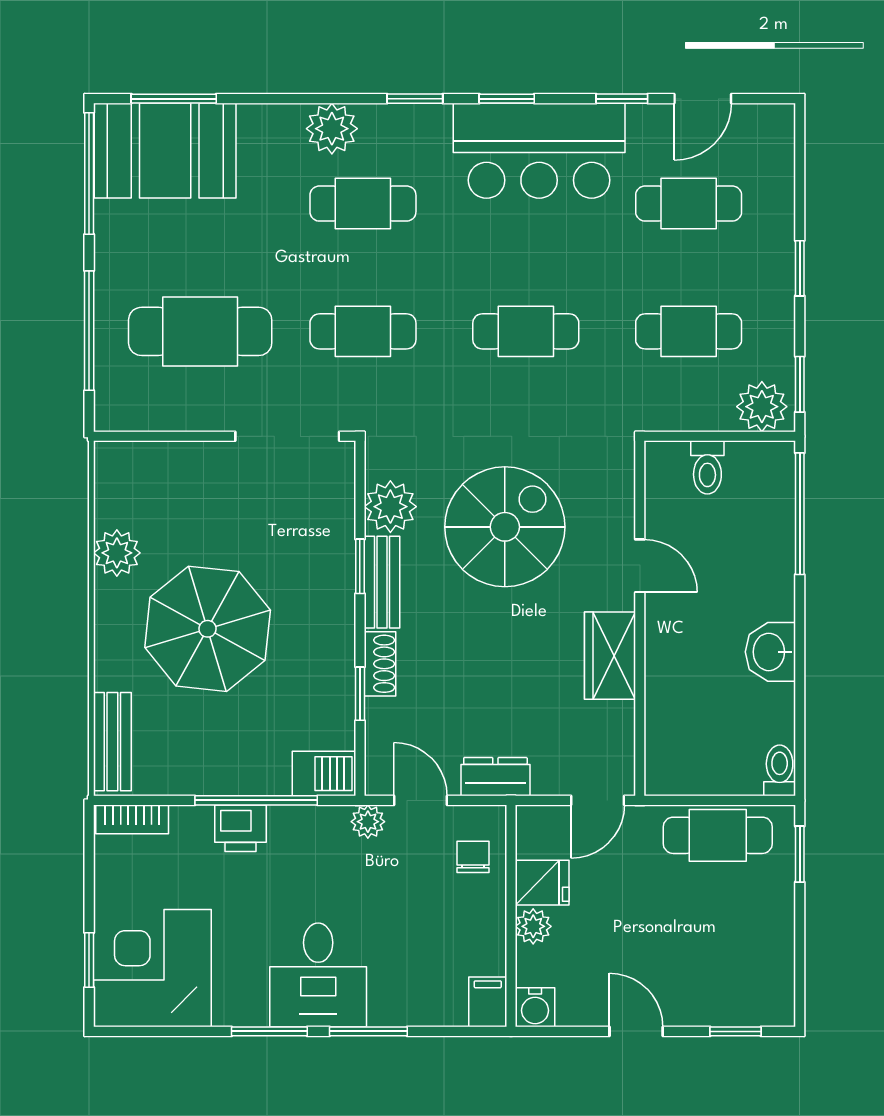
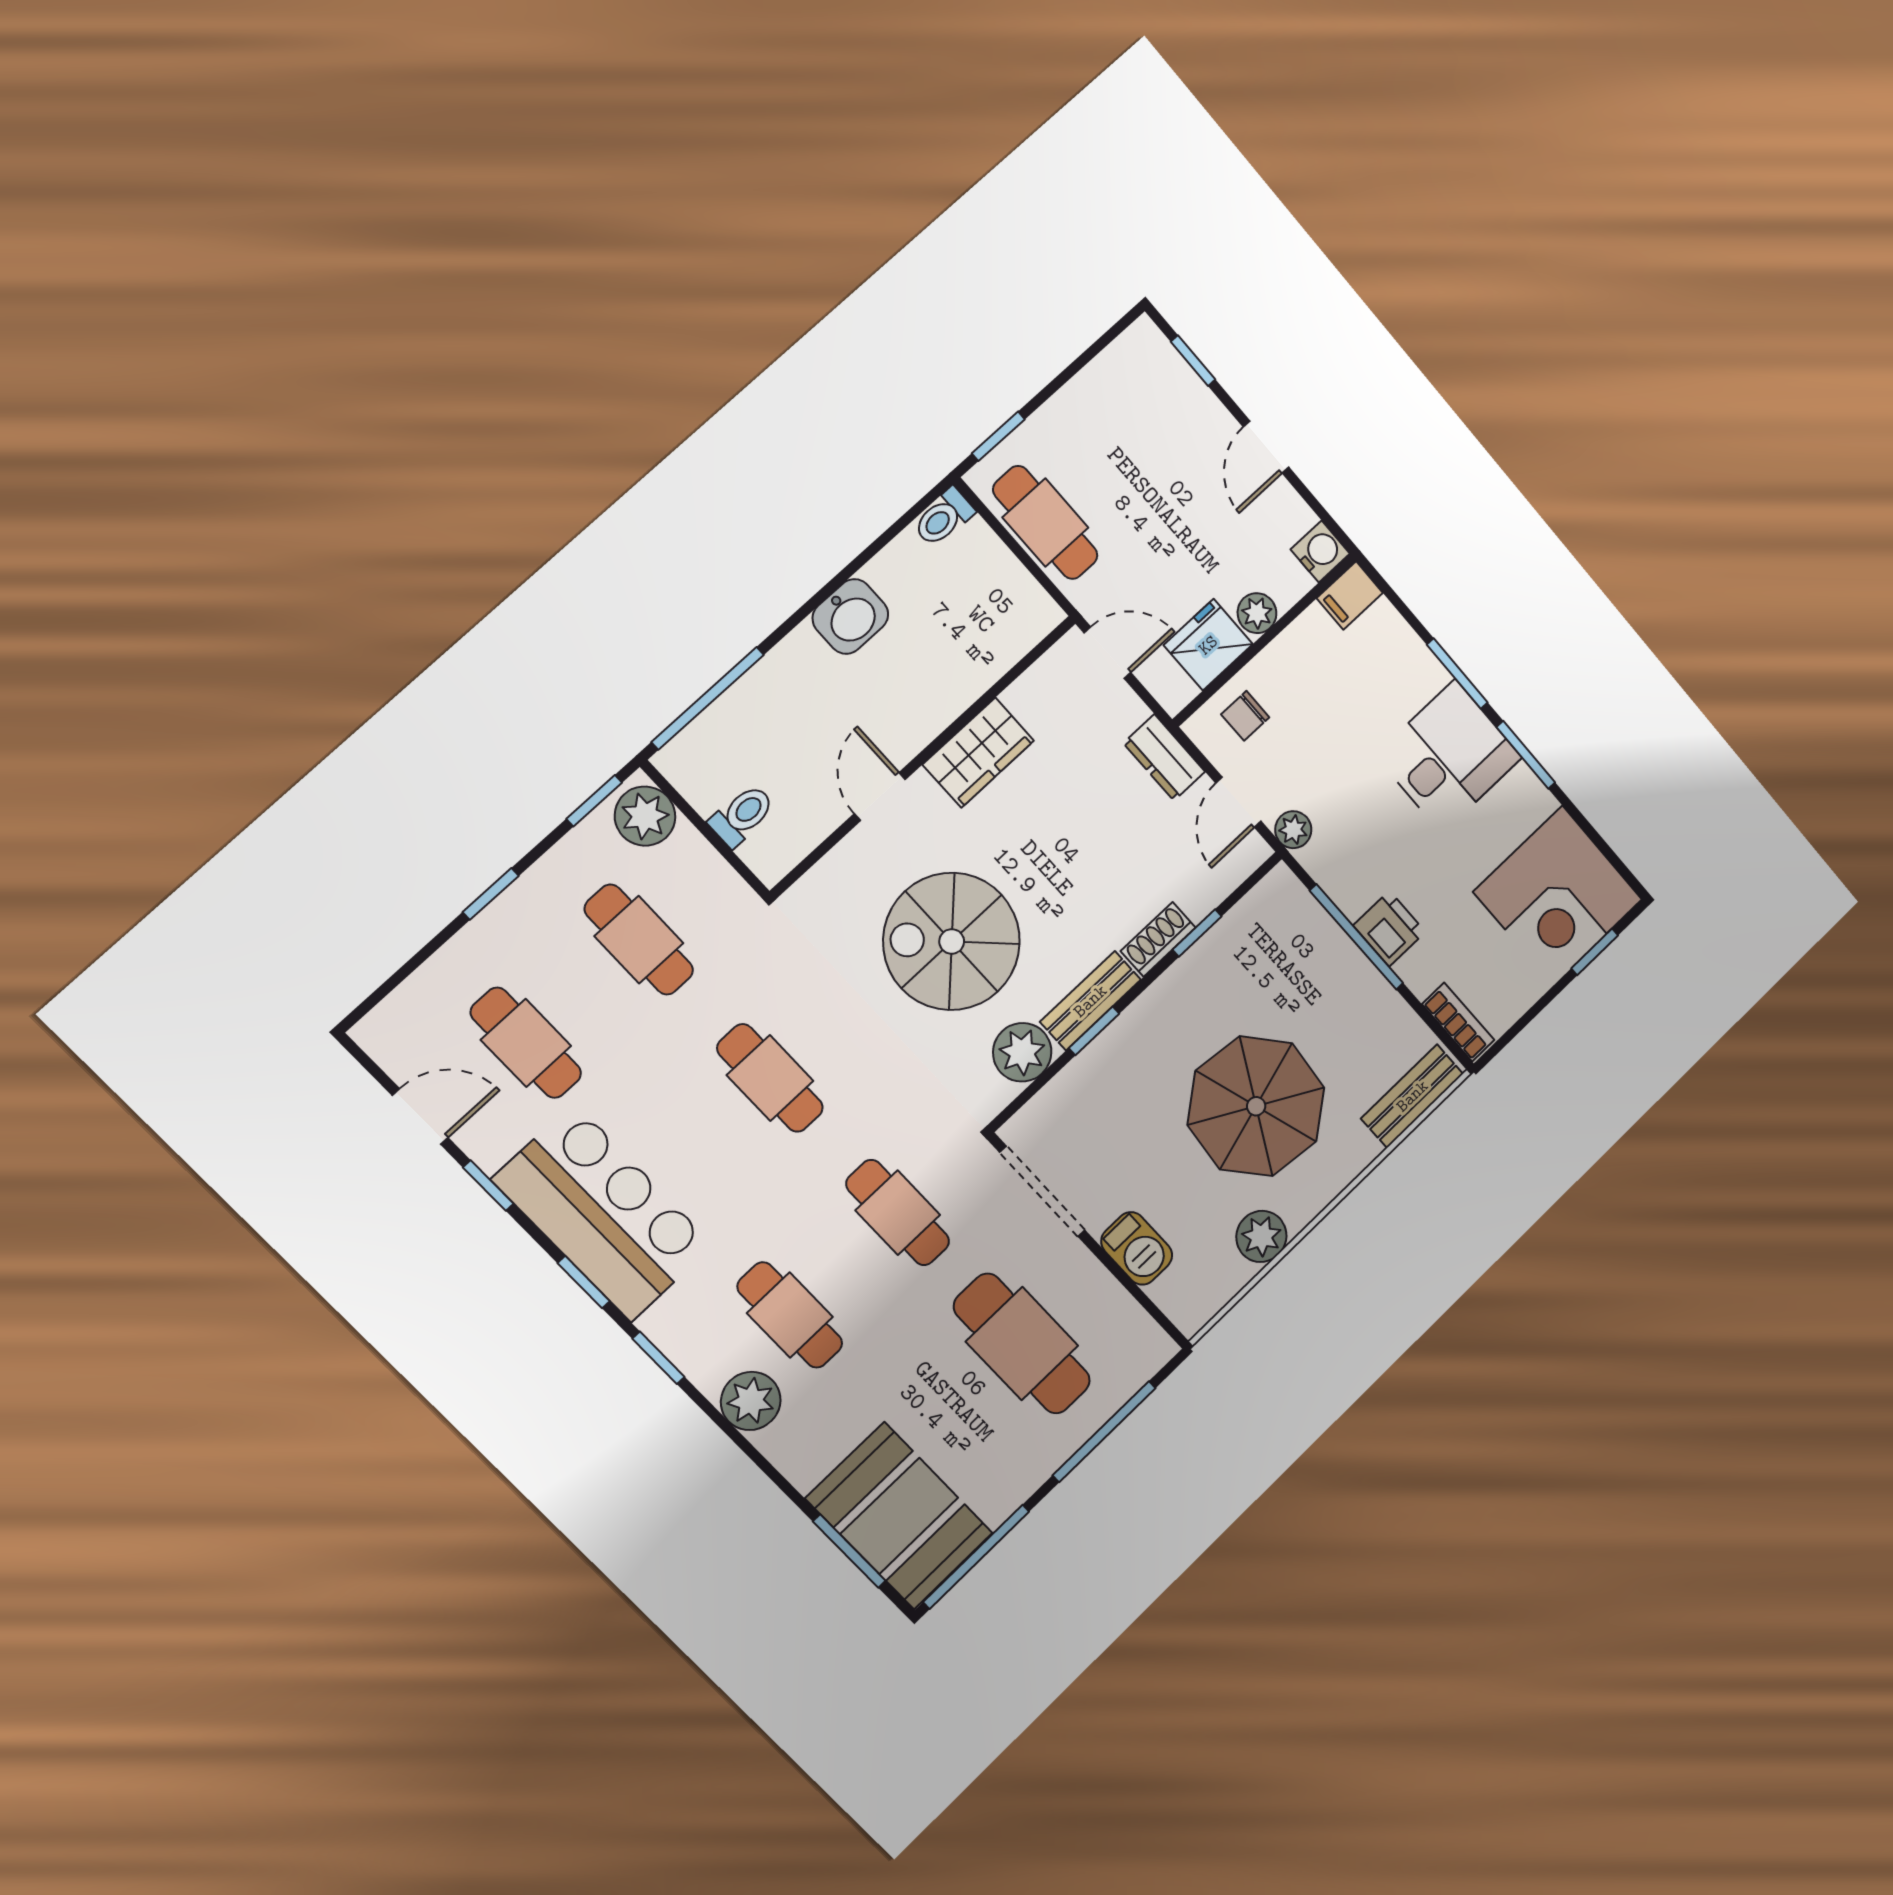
barbecue: (324, 774) -> (1137, 1248), moved, turned 180
fridge: (542, 883) -> (1208, 645), width x1.38

